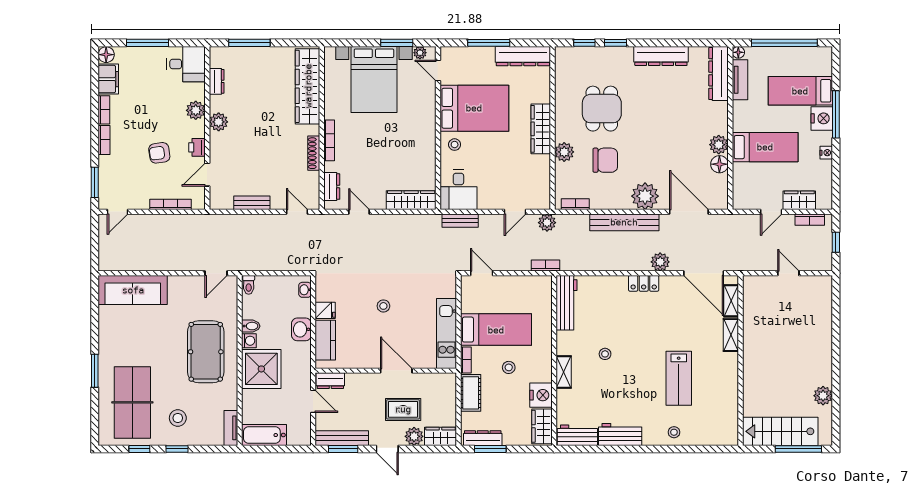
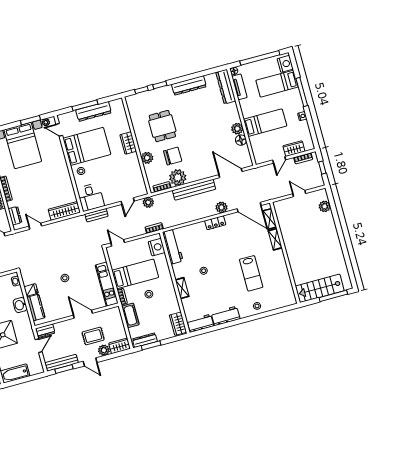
dresser: (523, 56) -> (94, 111), moved
nightstand: (822, 118) -> (285, 64), moved
wardrobe: (541, 129) -> (128, 143), width x0.67
plant: (645, 196) -> (178, 177), moved
nightstand: (541, 395) -> (157, 247), moved
plant: (823, 396) -> (325, 206), moved
door: (313, 401) -> (39, 346), hinge flipped

